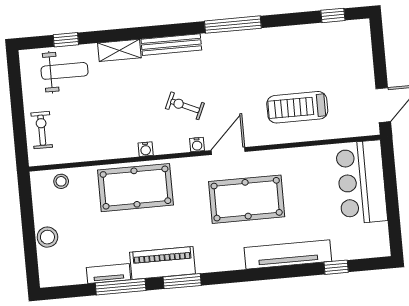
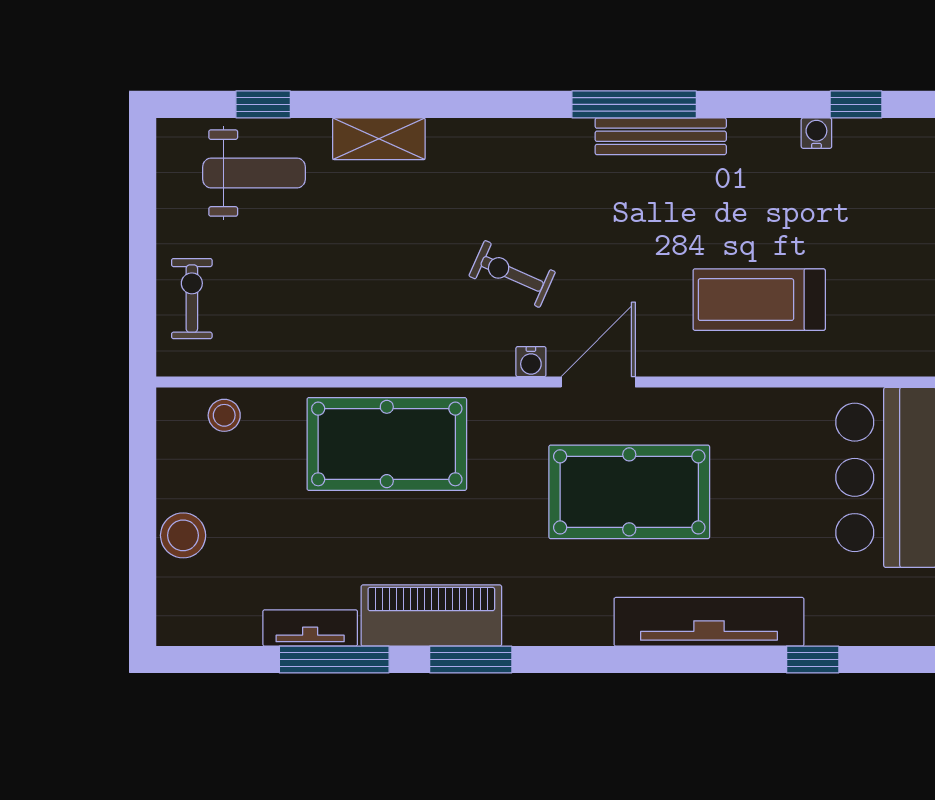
bench: (171, 45) -> (661, 136), moved
water cooler: (146, 149) -> (816, 133), moved, turned 180

